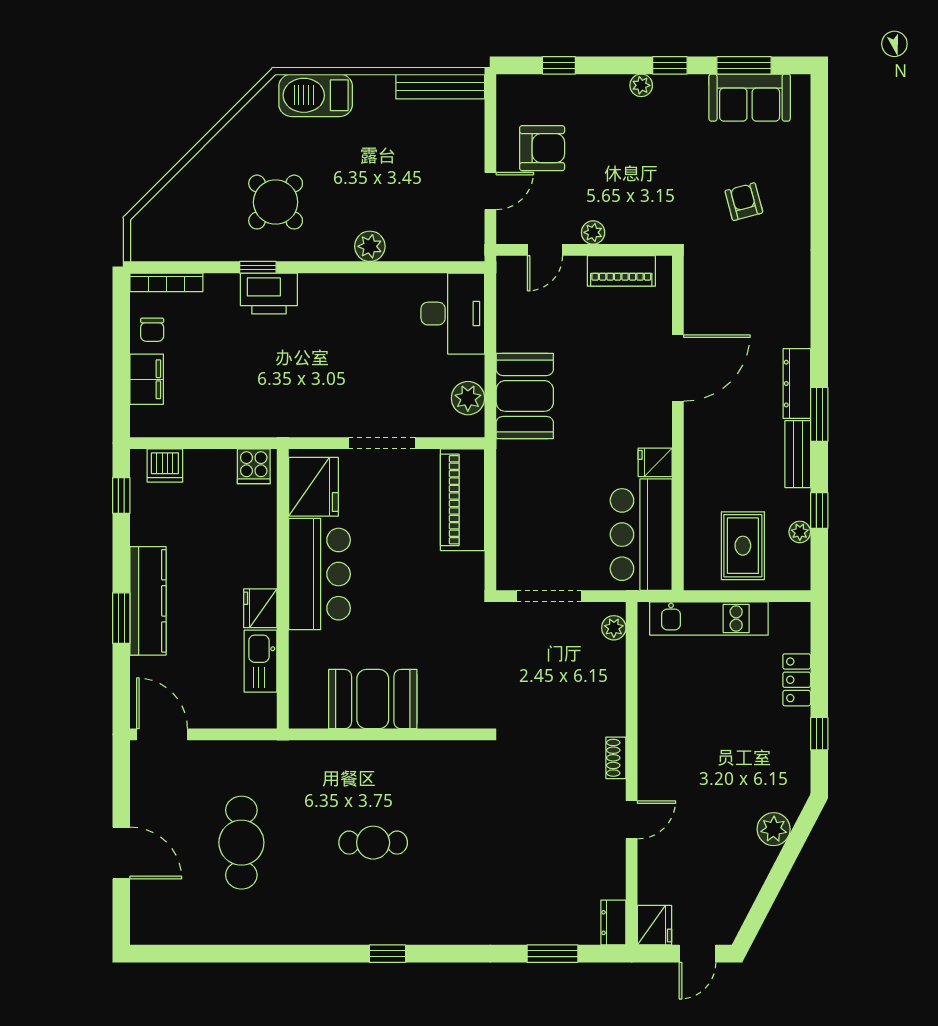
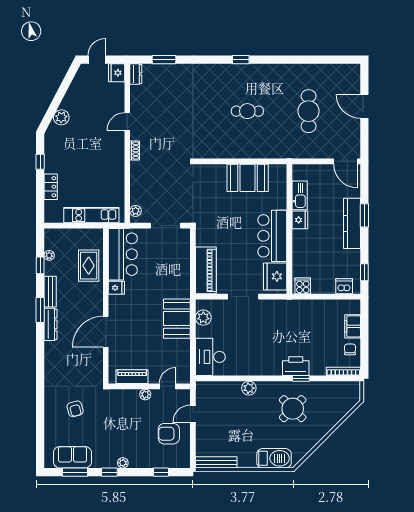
rug: (743, 546) -> (89, 266), moved

